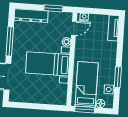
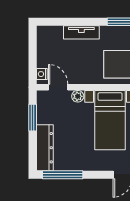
tv unit: (113, 28) -> (81, 32), moved
window: (10, 41) -> (63, 175), moved

